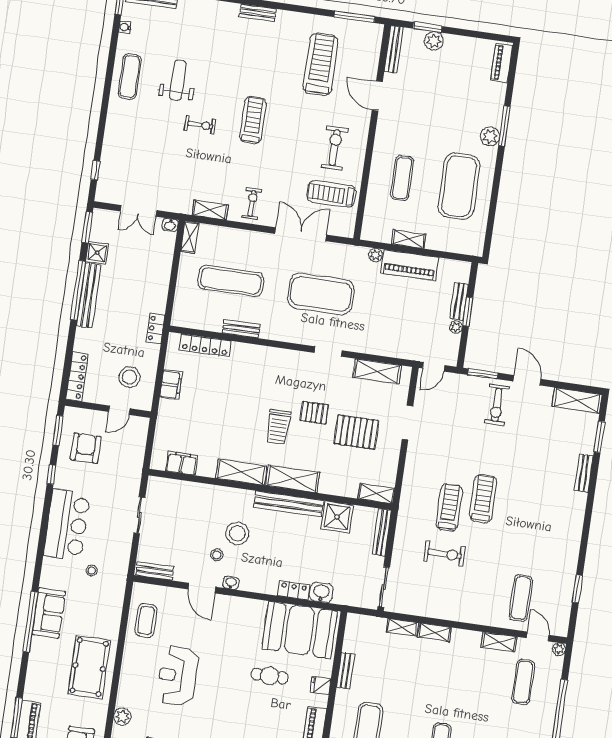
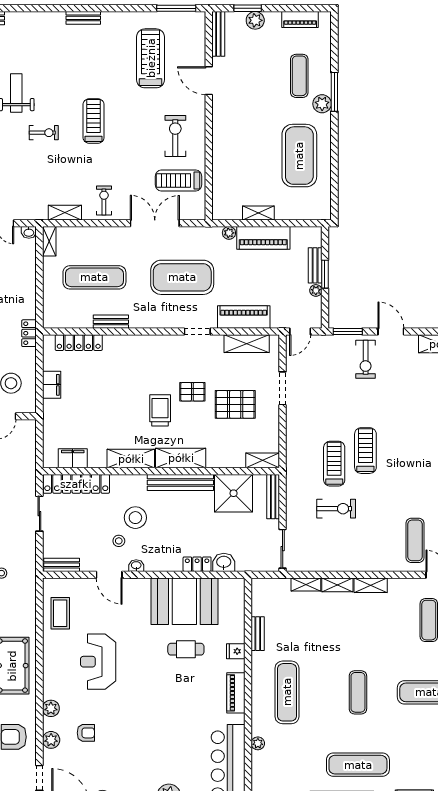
piano: (502, 63) -> (300, 19), moved, turned -90
exercise mat: (402, 178) -> (299, 76), moved
piano: (378, 344) -> (244, 317), added
trolley: (278, 427) -> (160, 410), turned 180
locker: (182, 490) -> (76, 484), added
shower: (337, 517) -> (234, 493), width x1.37, depth x1.37
booth: (300, 630) -> (184, 601), moved
shelving: (499, 642) -> (371, 585), moved

